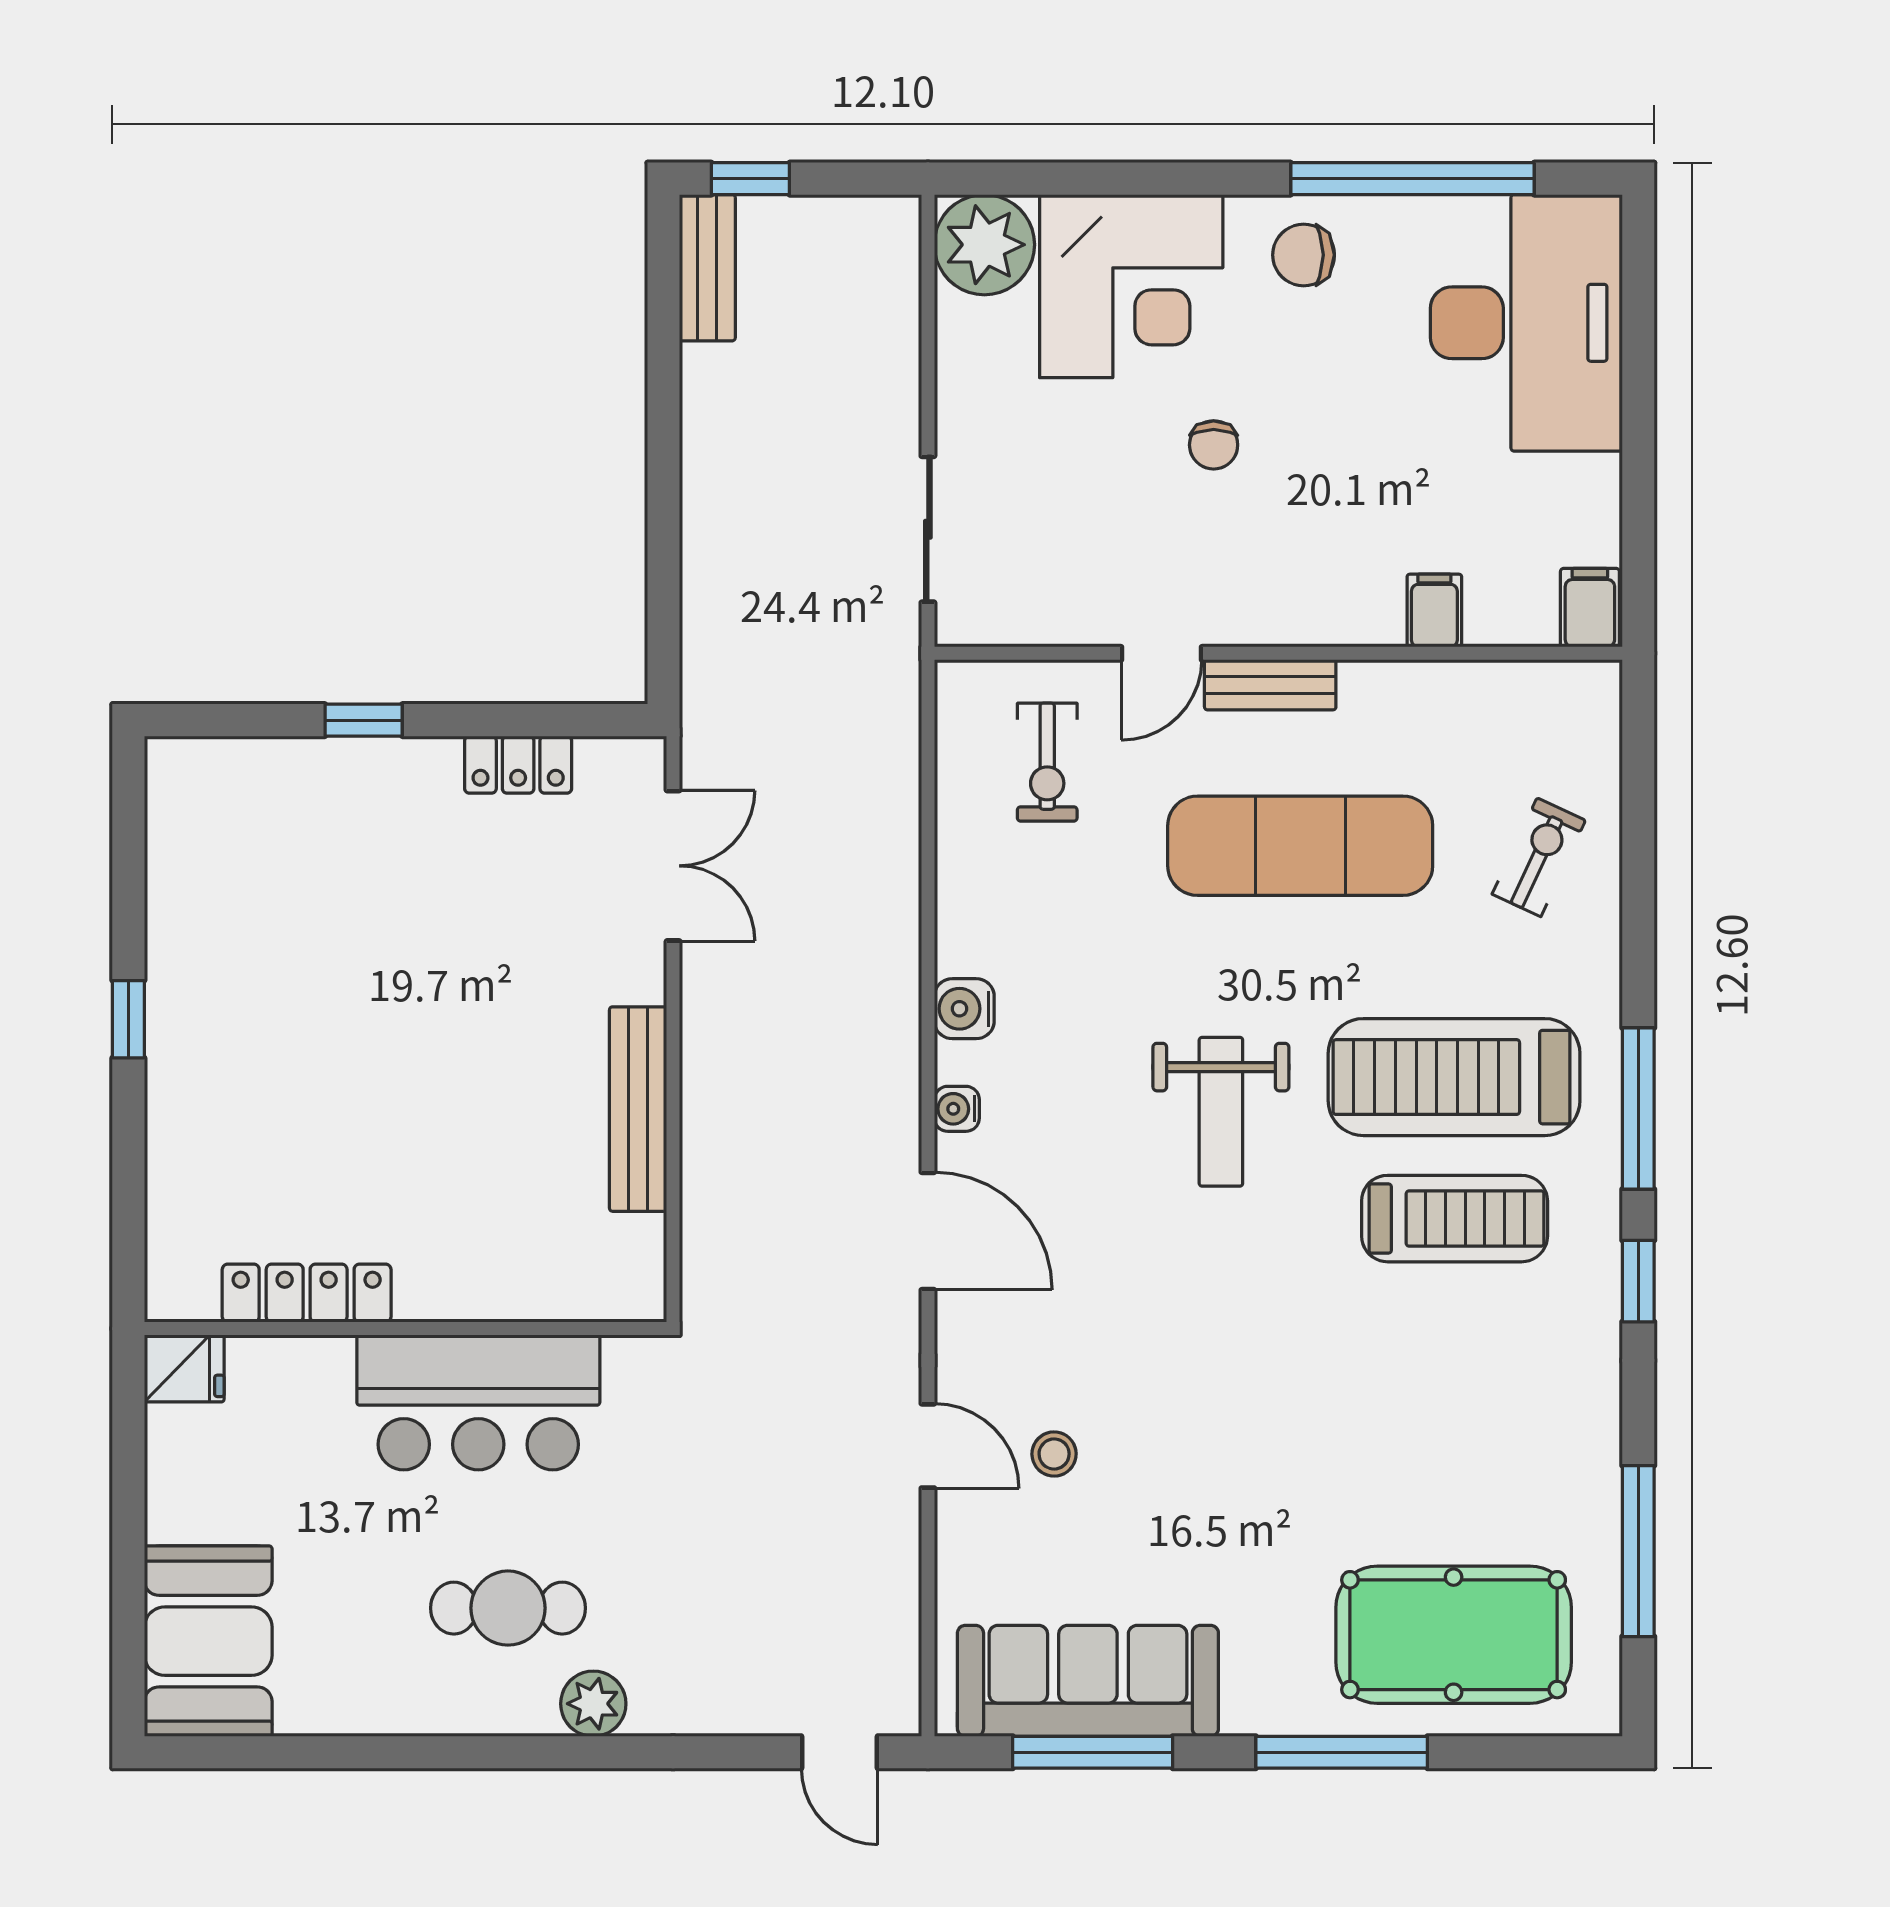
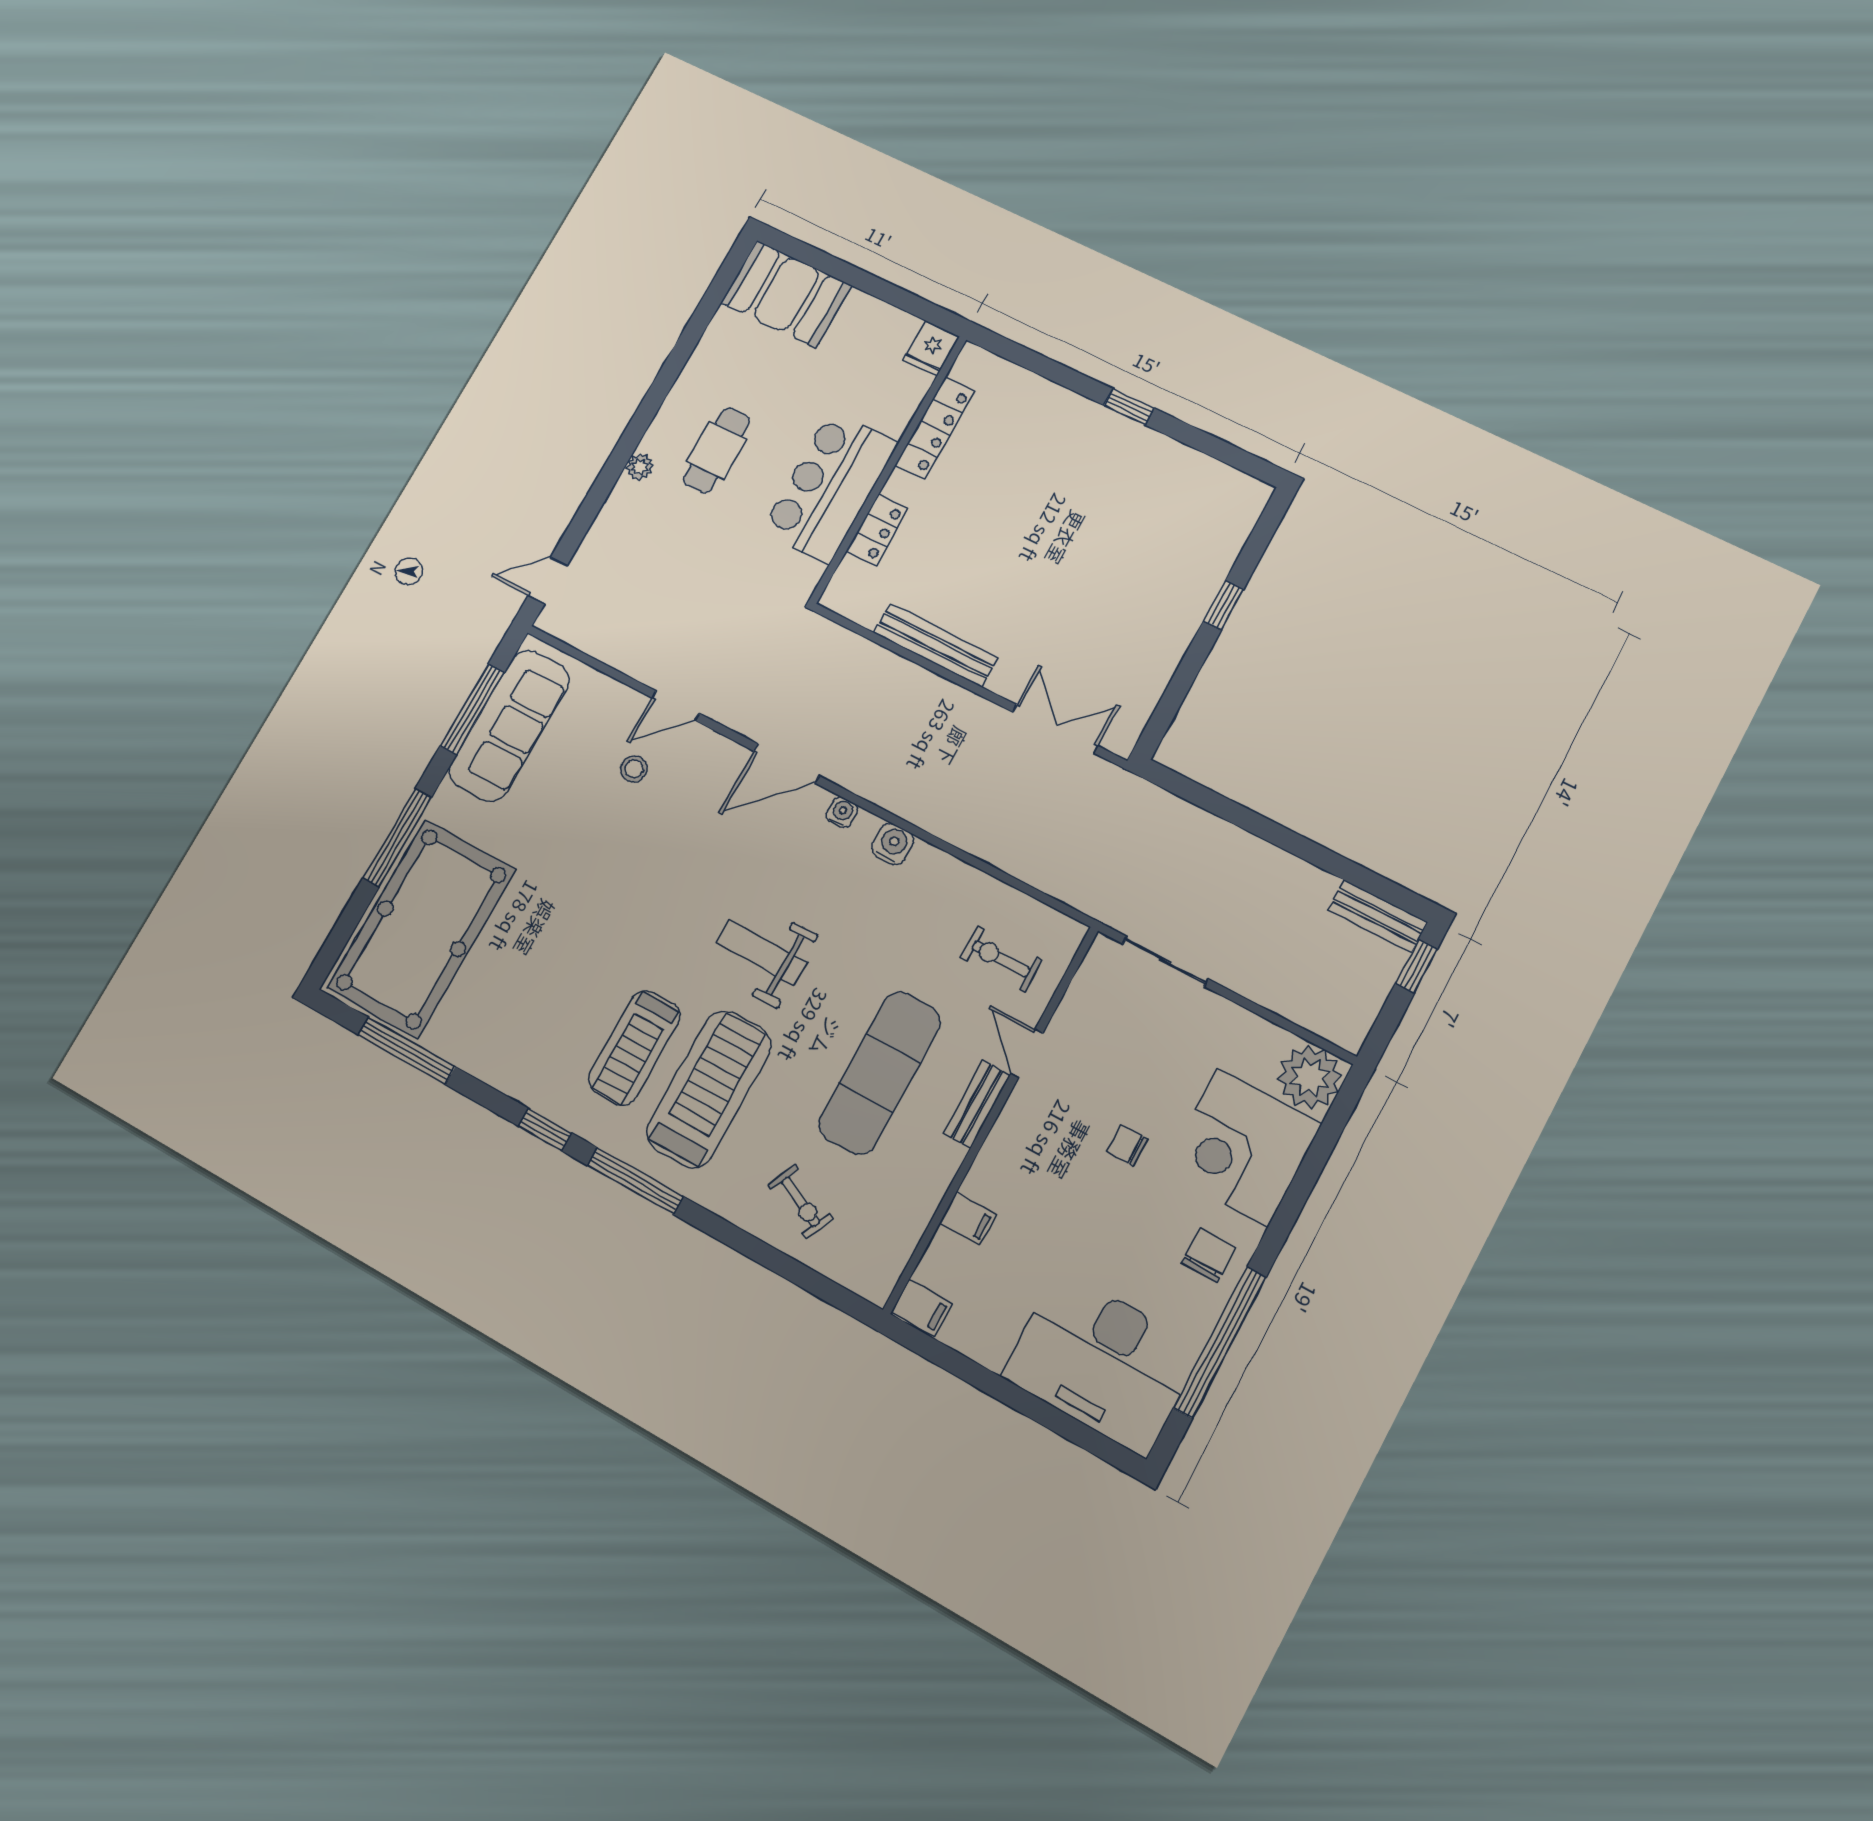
locker: (518, 765) -> (877, 530), moved, turned 180
double door: (673, 866) -> (1055, 729), swing flipped
pool table: (1454, 1635) -> (422, 929), width x1.36, depth x1.32
plant: (593, 1704) -> (640, 467), width x0.73, depth x0.73

